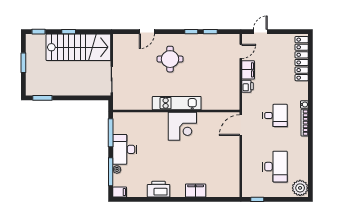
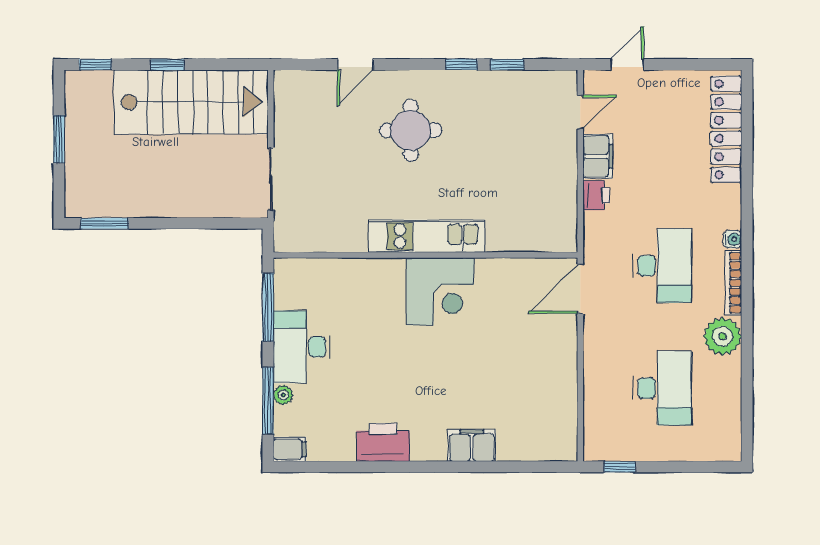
desk: (275, 115) -> (662, 266), width x1.37
plant: (300, 188) -> (723, 336), moved

